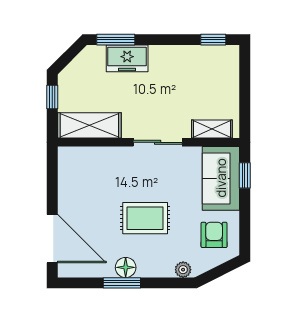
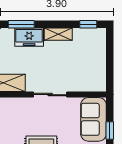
shelving: (212, 129) -> (58, 34), moved
window: (245, 175) -> (110, 130), moved

